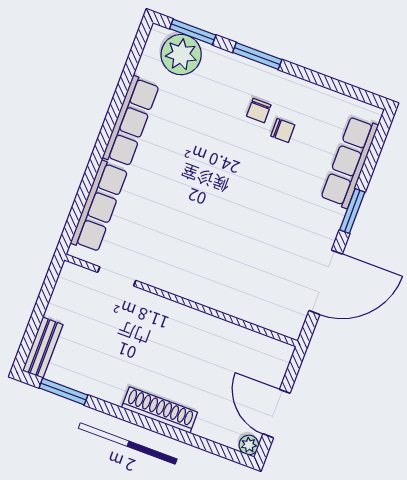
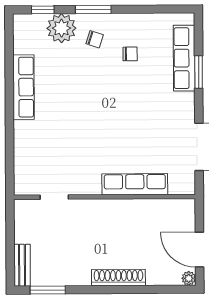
window: (193, 32) -> (43, 10), width x0.67
plant: (181, 55) -> (61, 28), moved
chair: (259, 110) -> (95, 39), moved, turned -72
row of seats: (99, 206) -> (135, 184), moved, turned -90
window: (352, 211) -> (199, 72), moved

